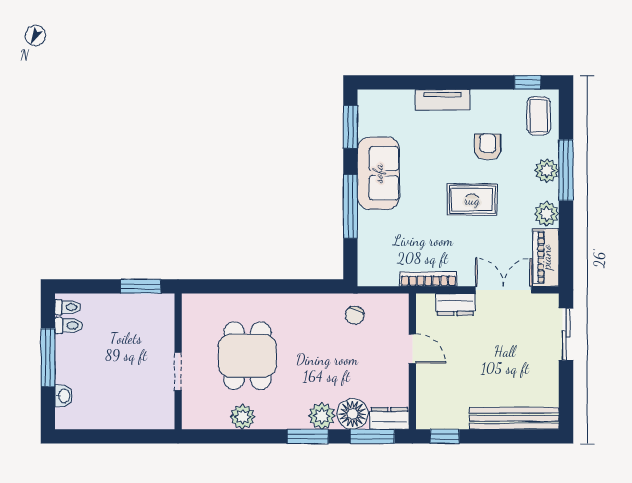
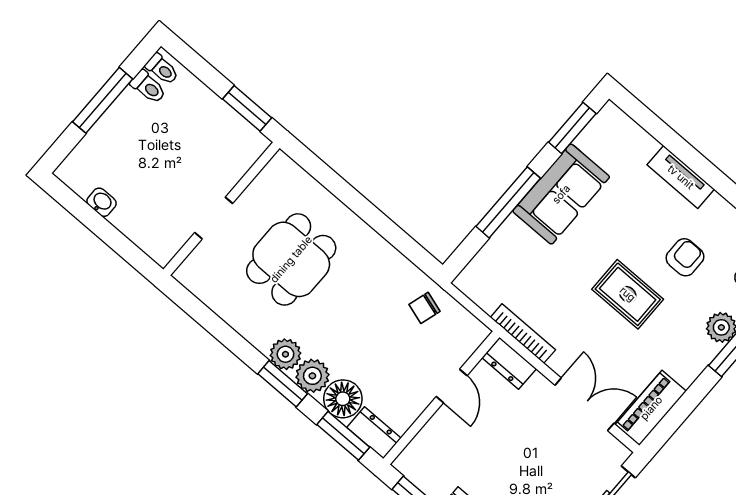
plant: (547, 214) -> (686, 368), removed
dresser: (455, 304) -> (509, 363), moved
washbasin: (64, 396) -> (102, 202), moved, turned -90
plant: (243, 417) -> (285, 354), moved

